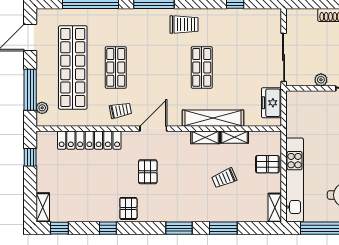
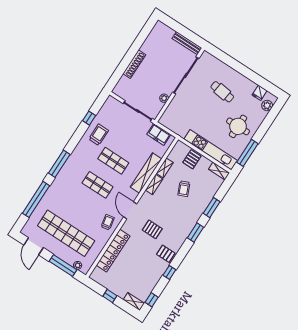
trolley: (184, 25) -> (99, 135), moved
shop shelf: (116, 67) -> (98, 185), moved
window: (30, 157) -> (110, 296), moved

